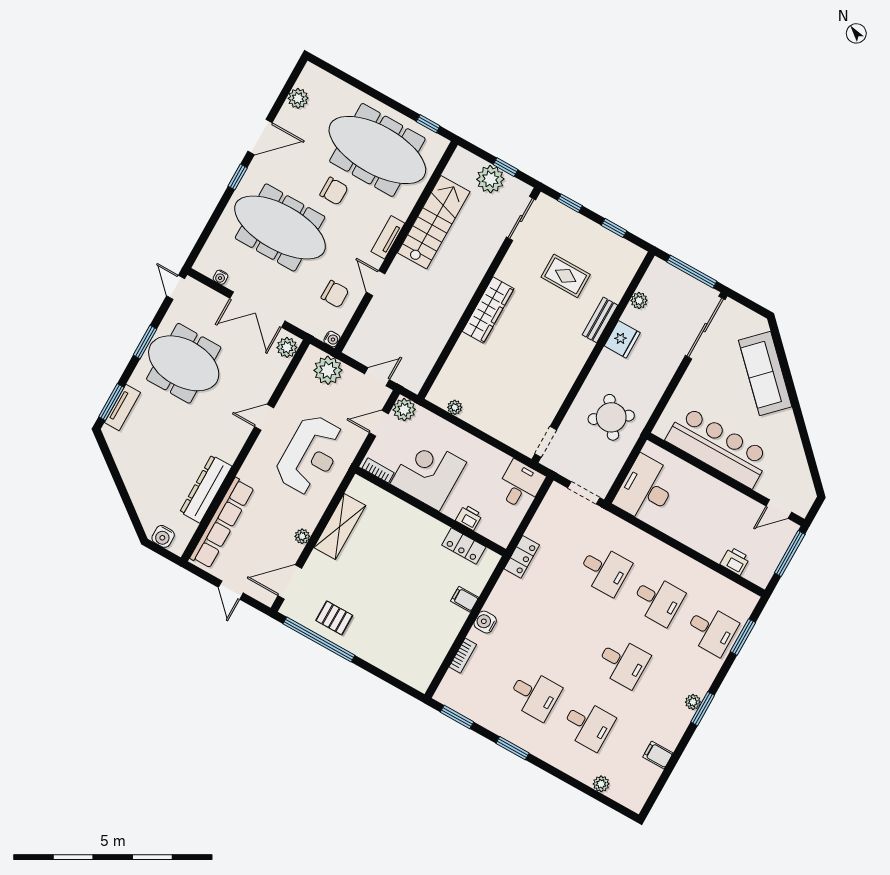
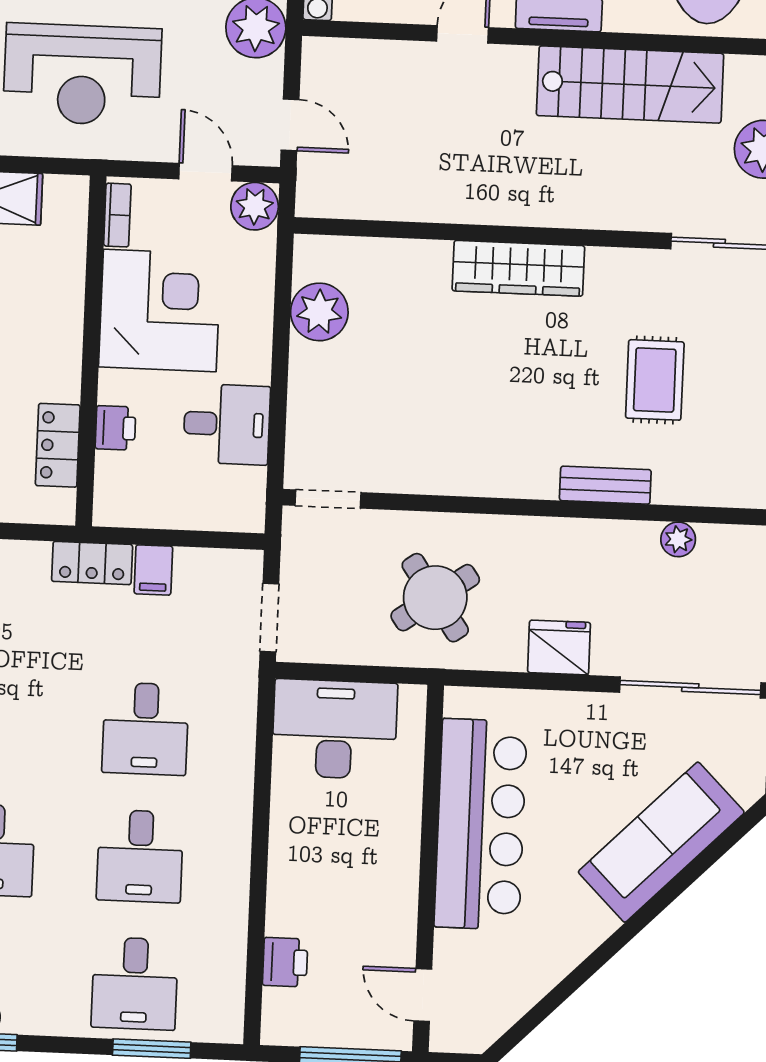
fridge: (622, 339) -> (559, 647), moved, turned 180
plant: (455, 407) -> (319, 312), width x1.87, depth x1.87
desk: (520, 485) -> (227, 424), moved
filing cabinet: (538, 532) -> (153, 570), added

